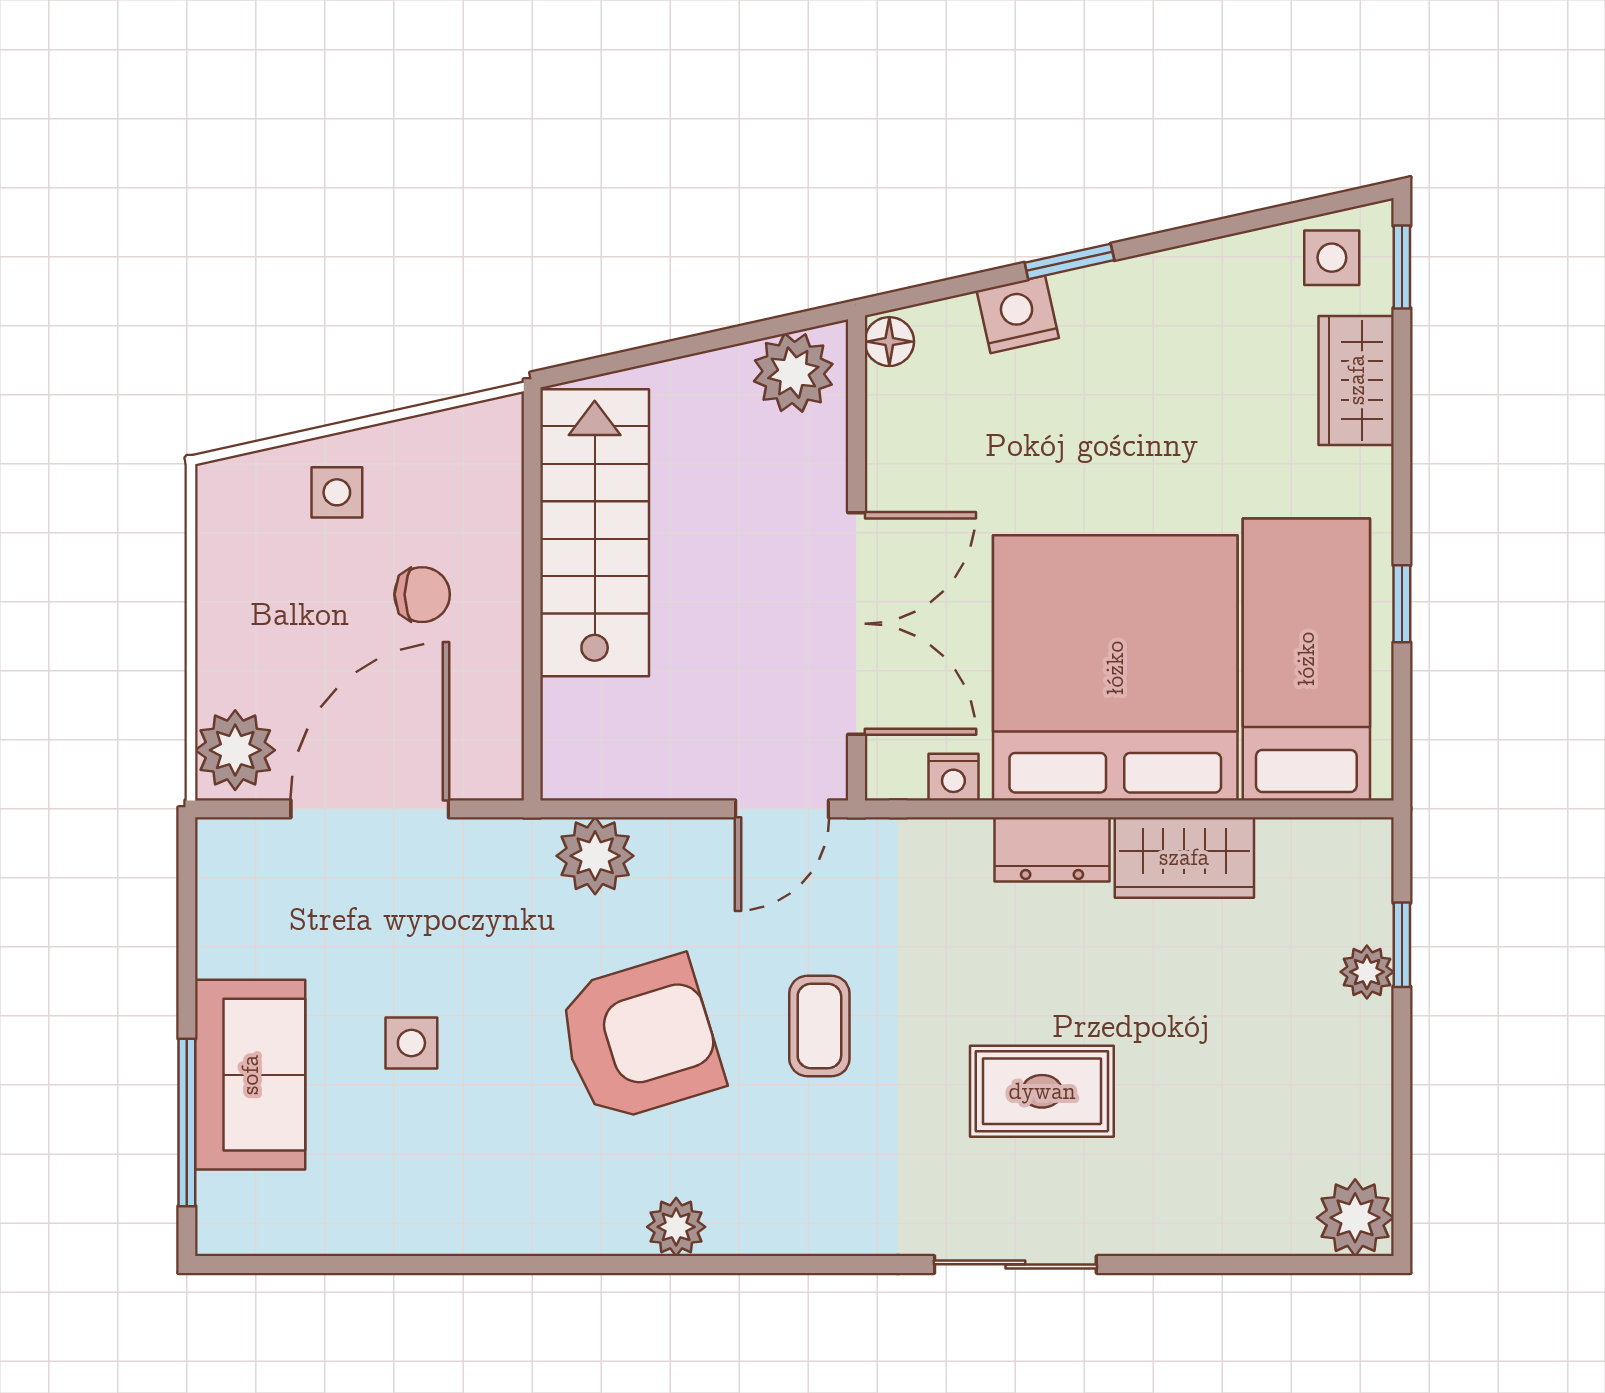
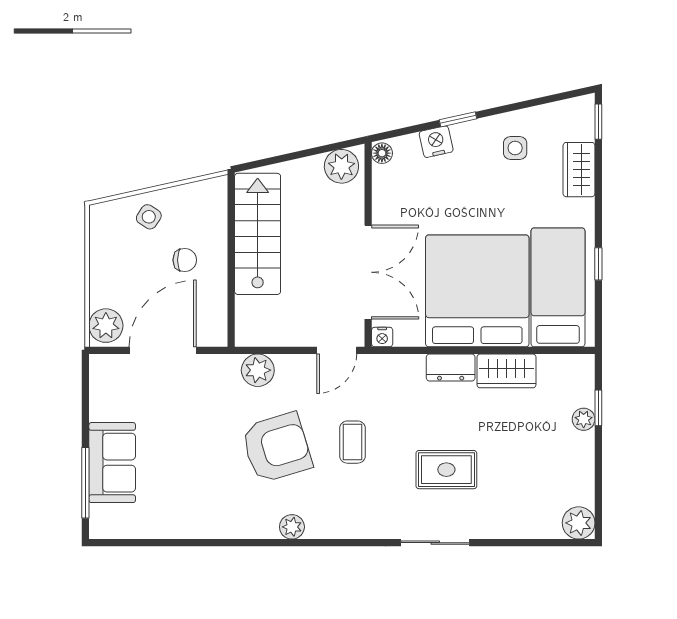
side table: (1332, 258) -> (515, 148), moved
side table: (337, 492) -> (149, 217), turned 33
nightstand: (953, 777) -> (382, 337), moved
side table: (411, 1043) -> (180, 449), removed

